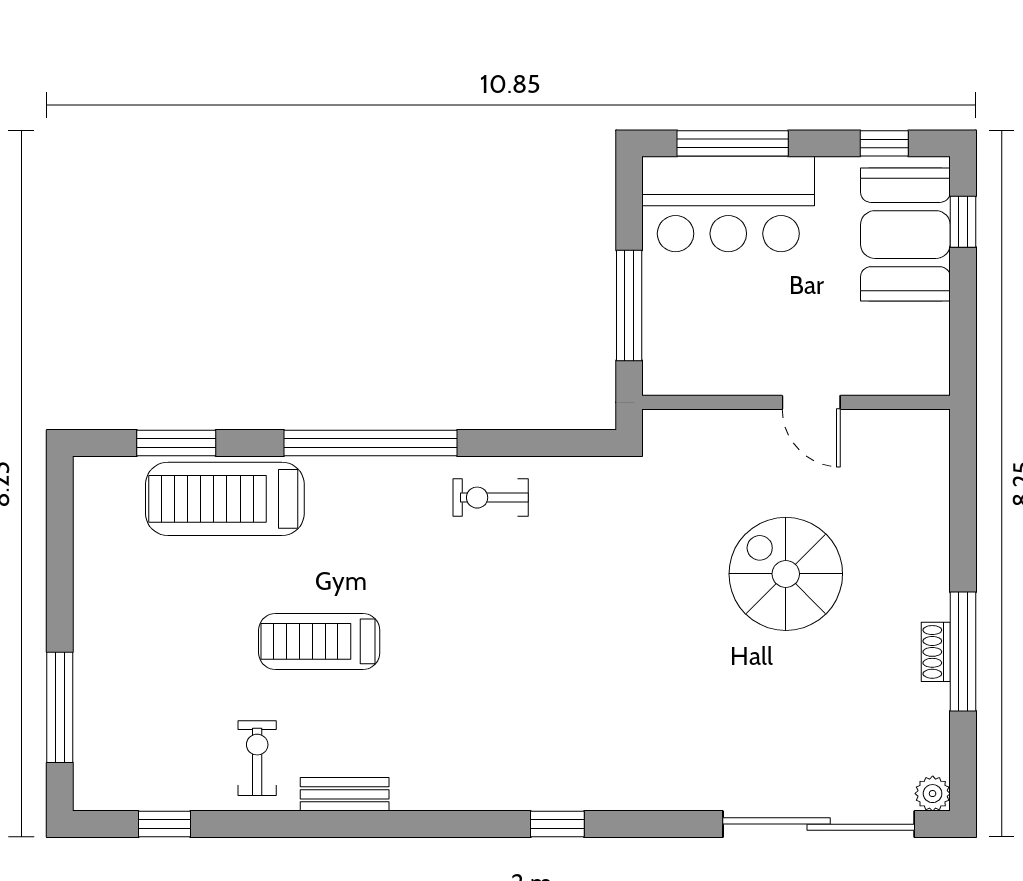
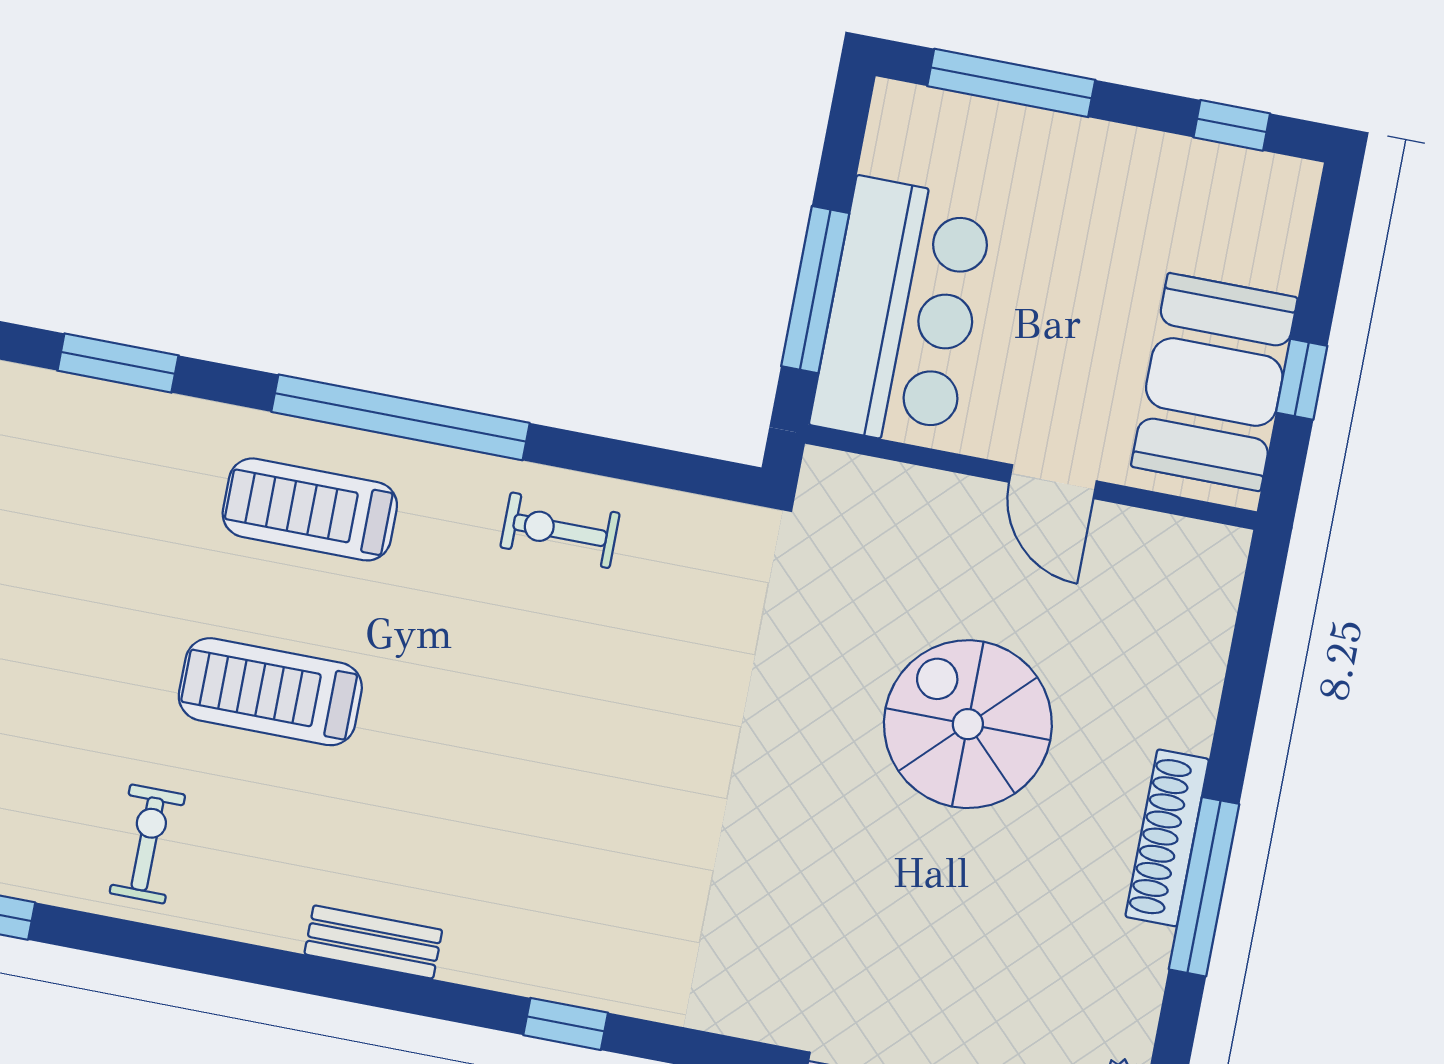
bar counter: (728, 204) -> (902, 313), moved, turned -90
window: (963, 222) -> (1302, 379), moved
booth: (905, 235) -> (1214, 382), moved
treadmill: (225, 499) -> (310, 509), moved, width x0.73, depth x0.73
shoe rack: (936, 652) -> (1167, 838), width x1.94, depth x1.24
bench: (345, 794) -> (373, 942), moved

